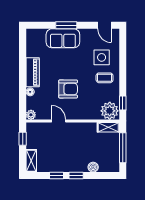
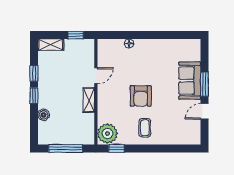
door: (105, 25) -> (204, 111), moved
side table: (102, 57) -> (168, 124), removed
piano: (33, 72) -> (151, 46), removed
armchair: (68, 89) -> (141, 96), moved
plant: (31, 115) -> (103, 44), removed
shelving: (108, 127) -> (89, 100), moved

